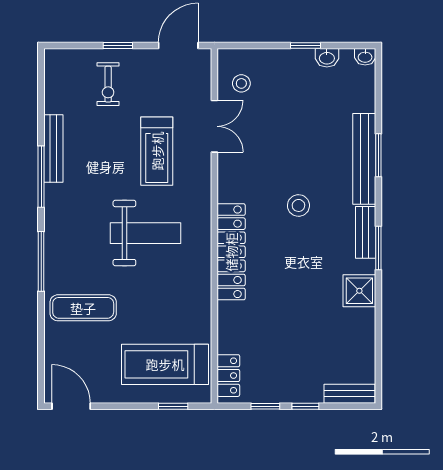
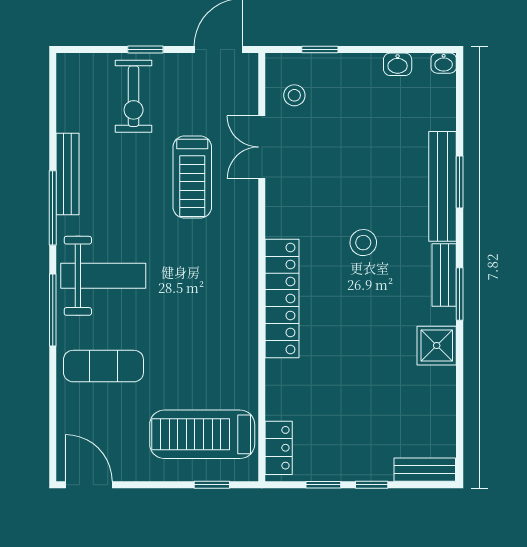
window: (306, 45) -> (320, 50), moved
exercise bike: (108, 84) -> (134, 96), width x1.38, depth x1.39
double door: (214, 126) -> (262, 147), swing flipped
weight bench: (145, 233) -> (103, 276), moved

